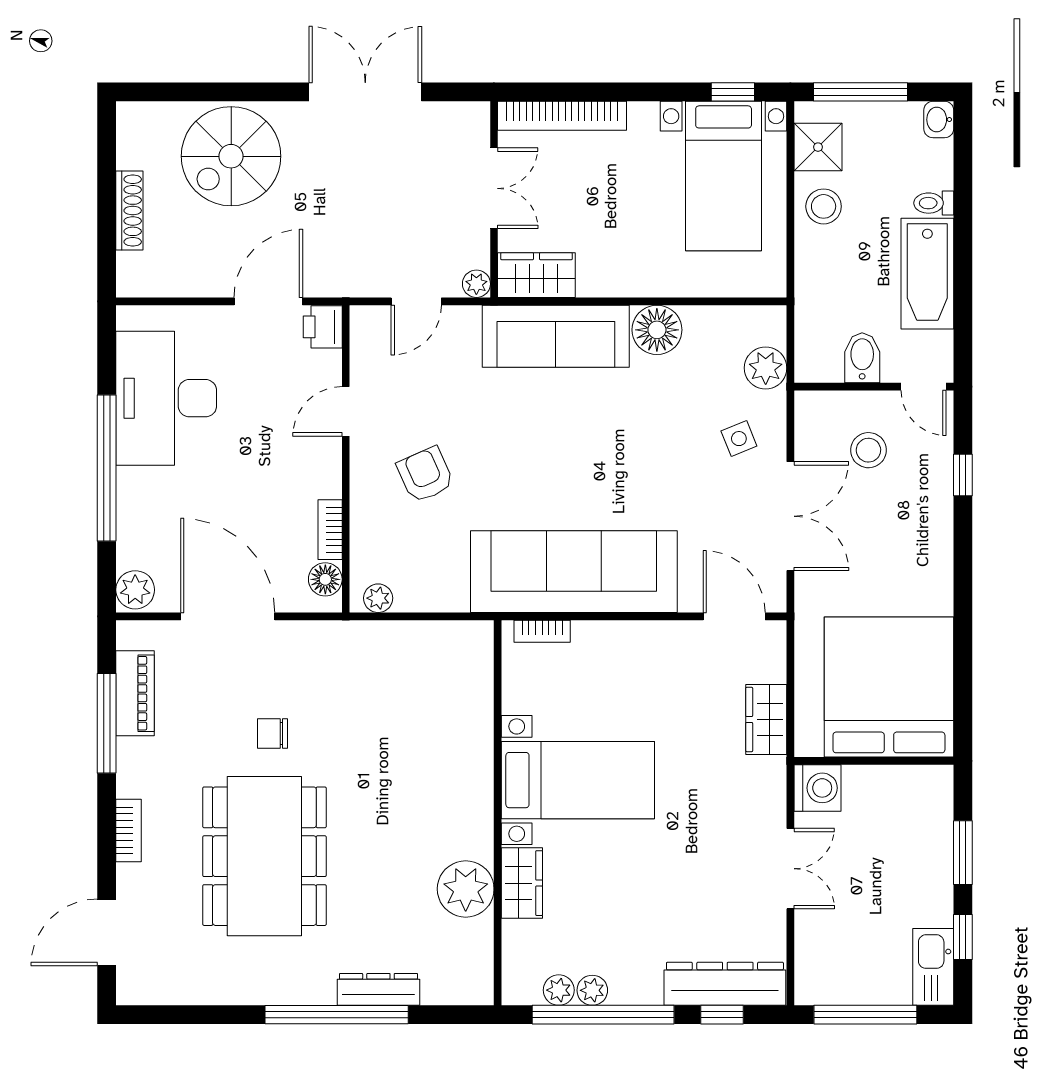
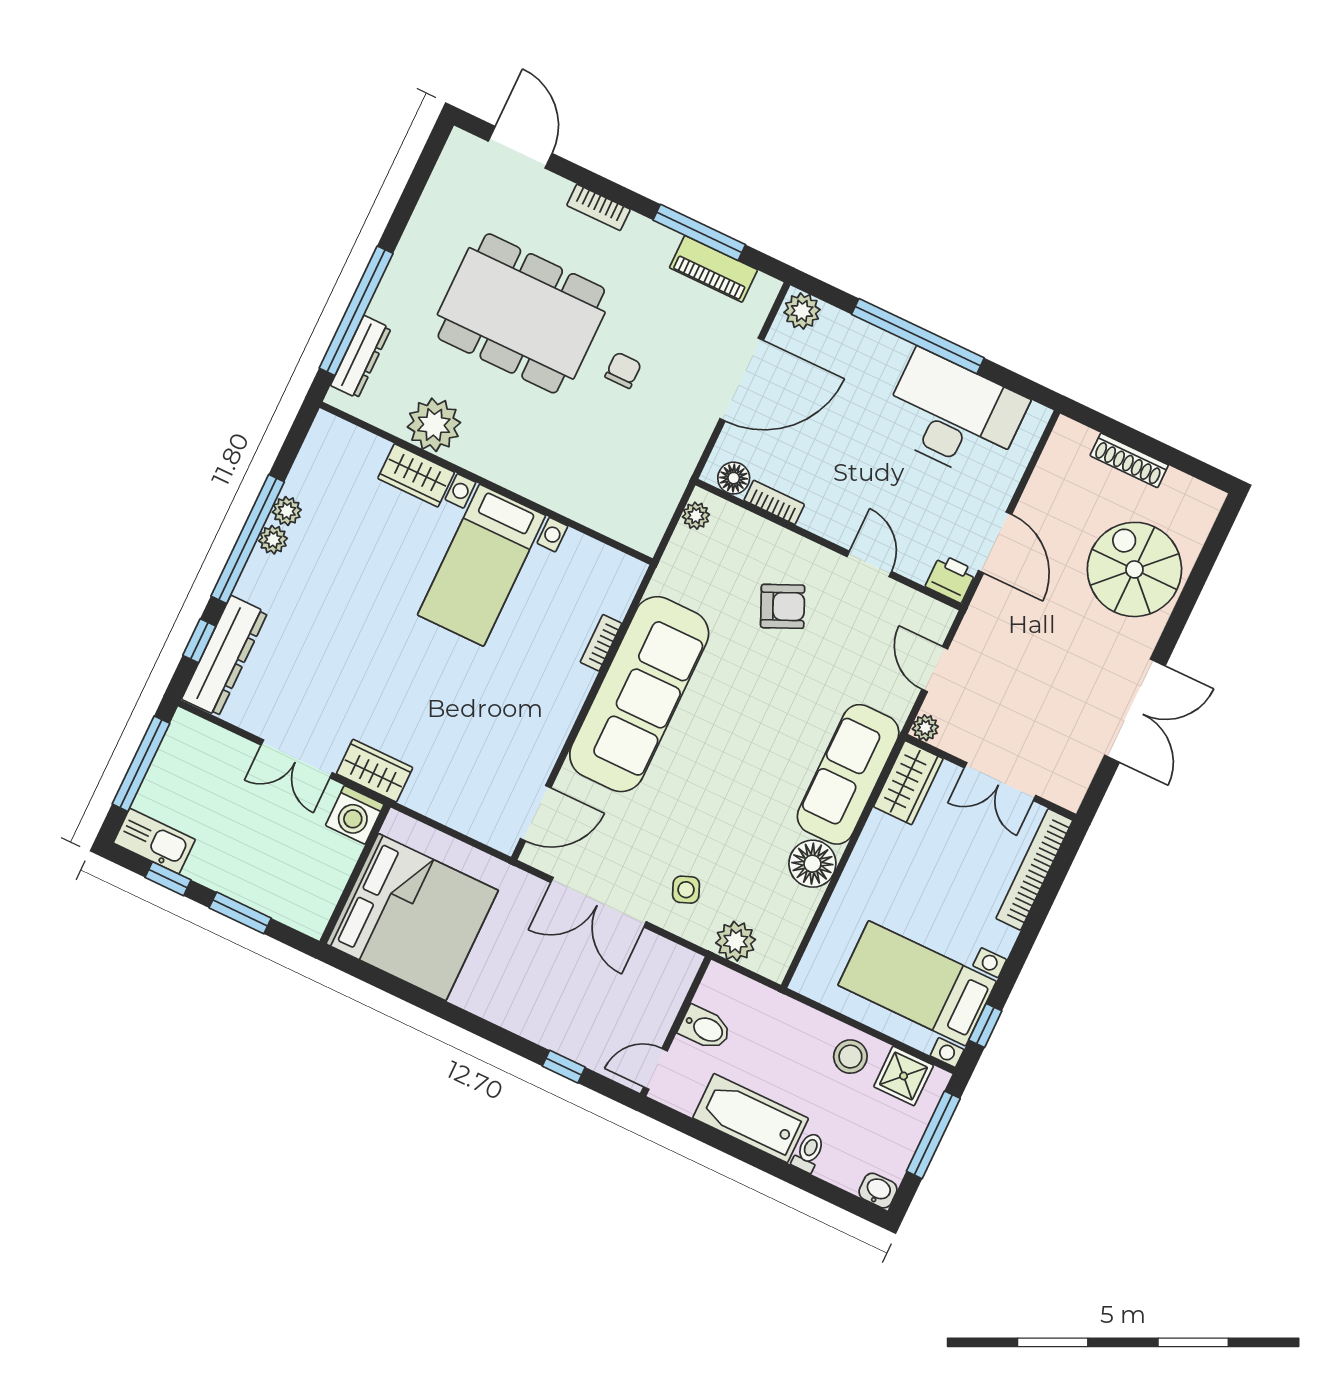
stool: (868, 450) -> (623, 996), removed
wardrobe: (766, 719) -> (375, 771), moved
bed with nightstands: (578, 780) -> (482, 565), moved
wall: (498, 813) -> (486, 483), moved
wardrobe: (522, 883) -> (416, 475), moved
plant: (466, 889) -> (434, 425), moved

